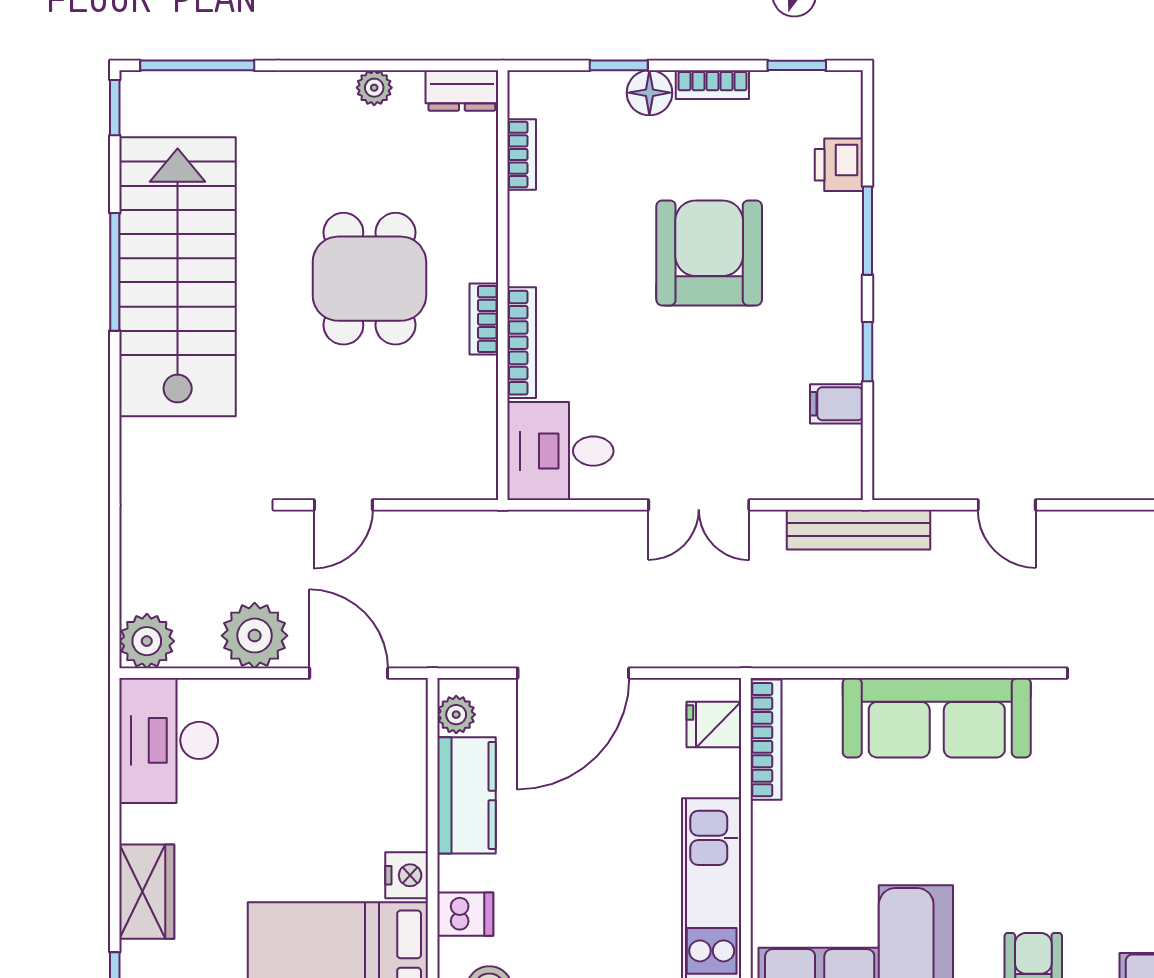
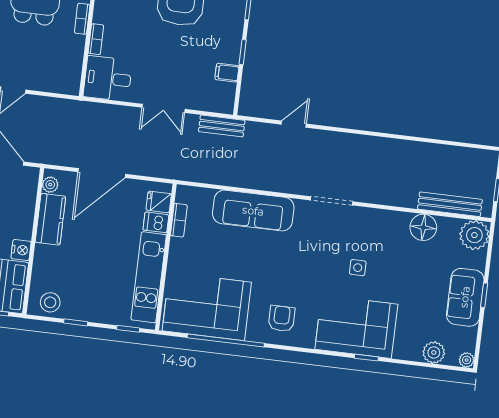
bookcase: (522, 343) -> (96, 39), width x0.64
door: (1007, 505) -> (294, 124), swing flipped
bench: (858, 530) -> (222, 126), width x0.73
bookcase: (766, 740) -> (179, 220), width x0.64
dishwasher: (465, 914) -> (156, 222), moved, turned 180

